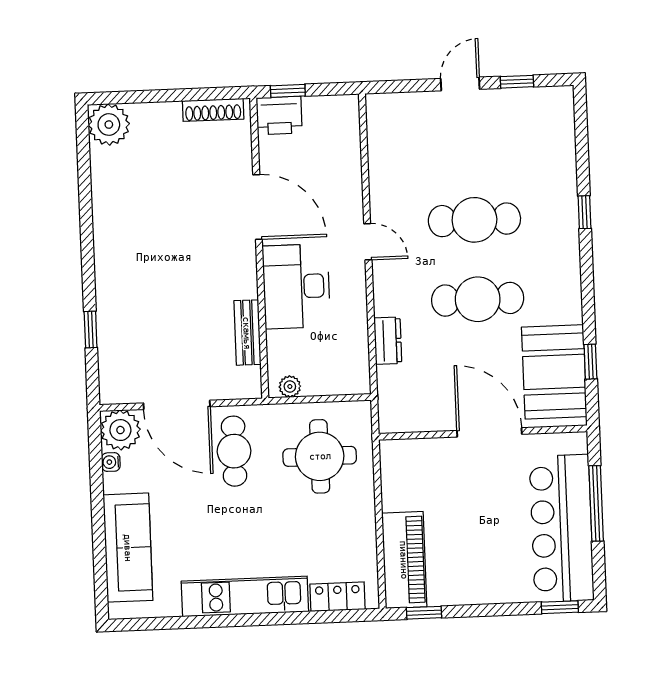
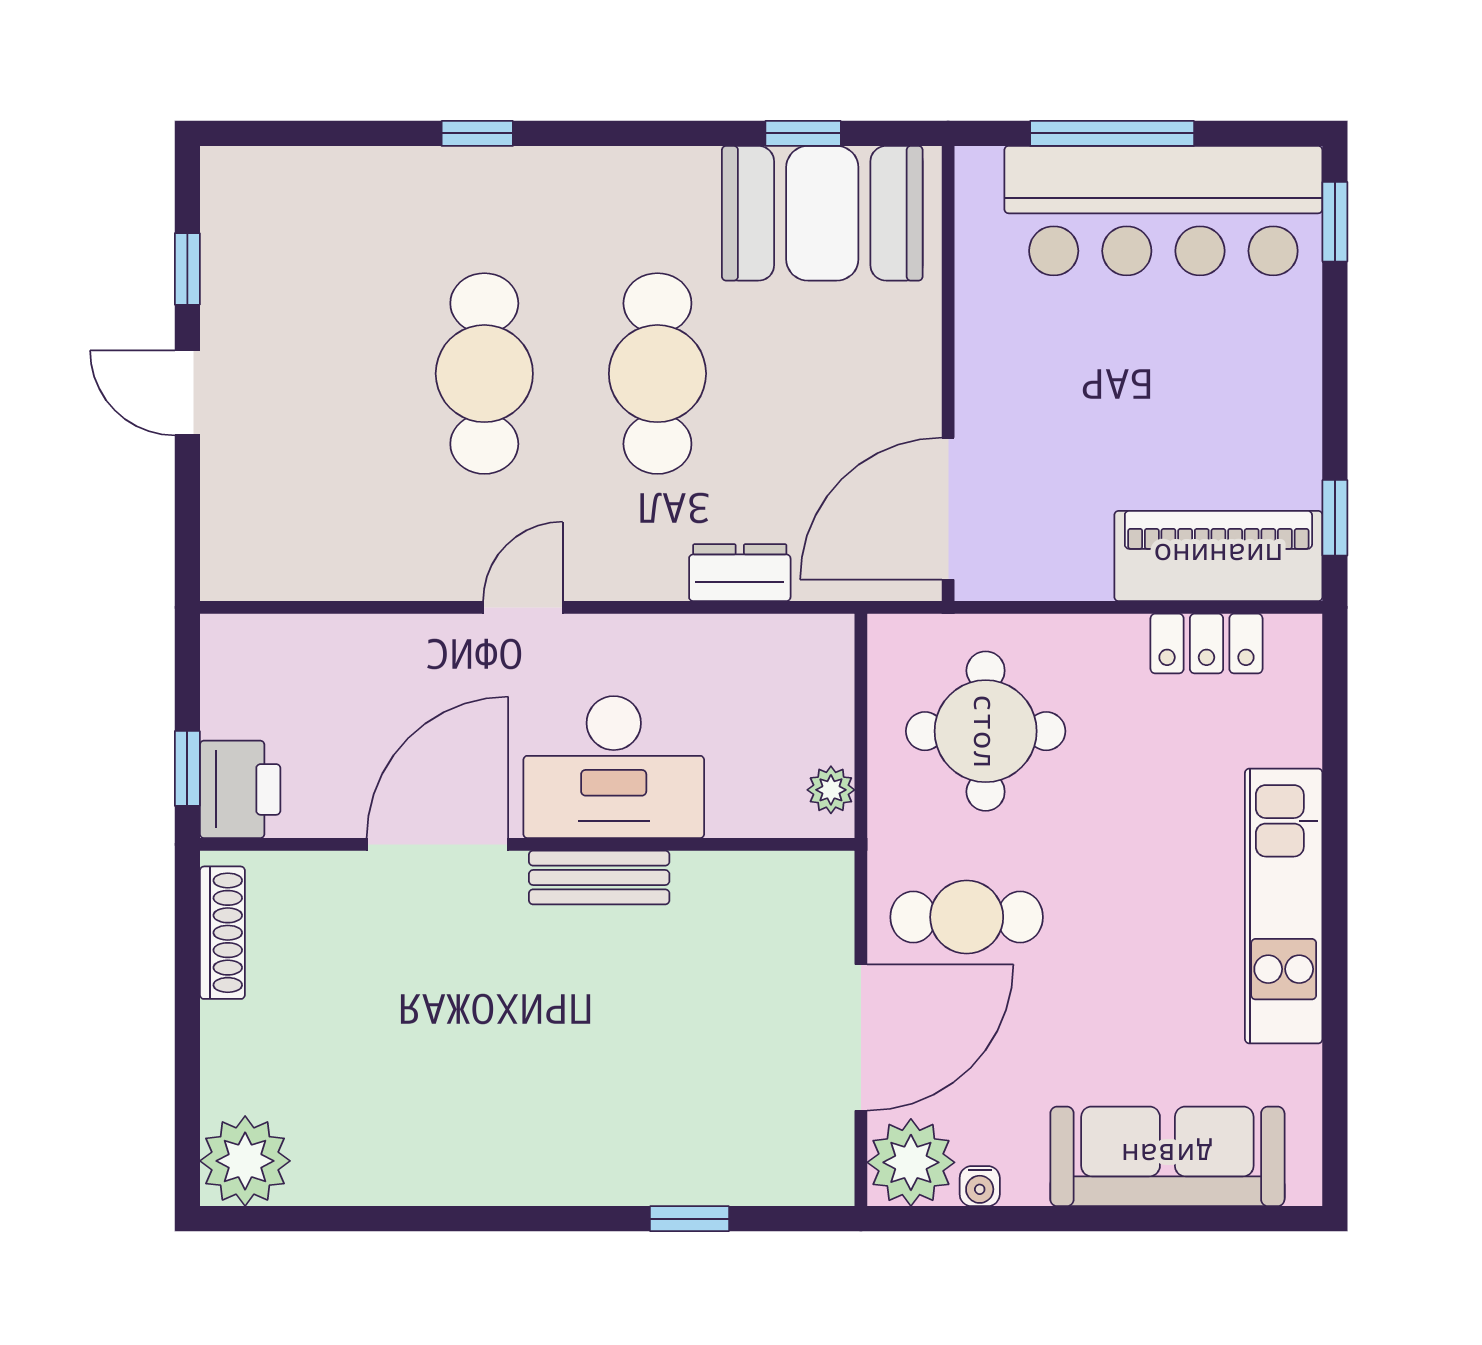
bench: (247, 333) -> (599, 878), moved
door: (489, 432) -> (948, 509), moved
locker: (338, 597) -> (1206, 644), moved, turned -90

